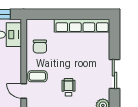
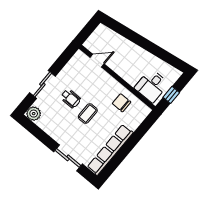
sliding door: (114, 74) -> (68, 158), moved
coffee table: (37, 76) -> (88, 114), moved

